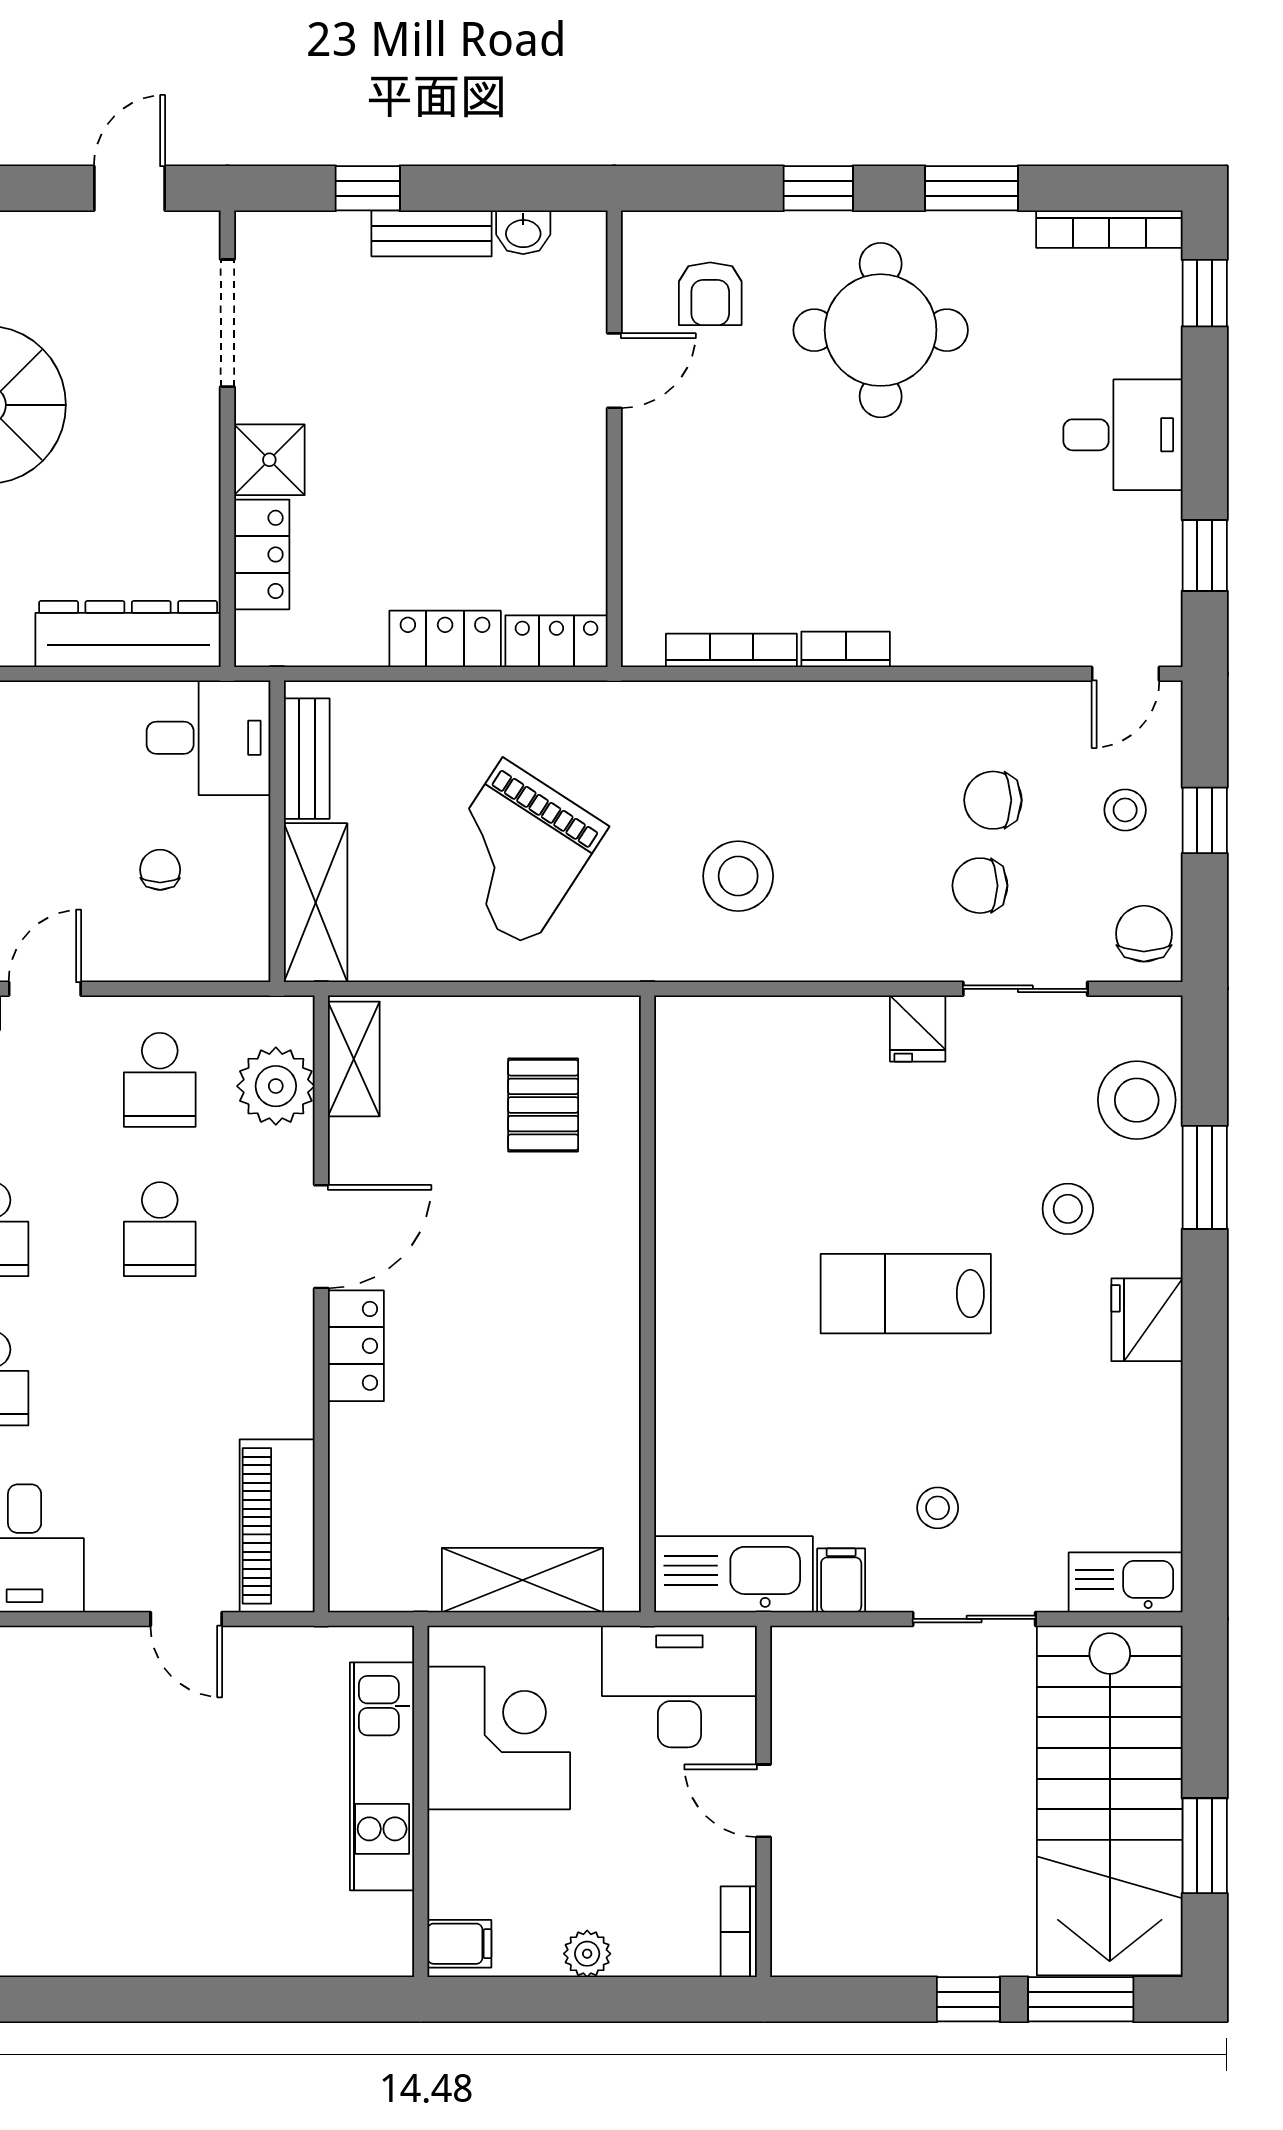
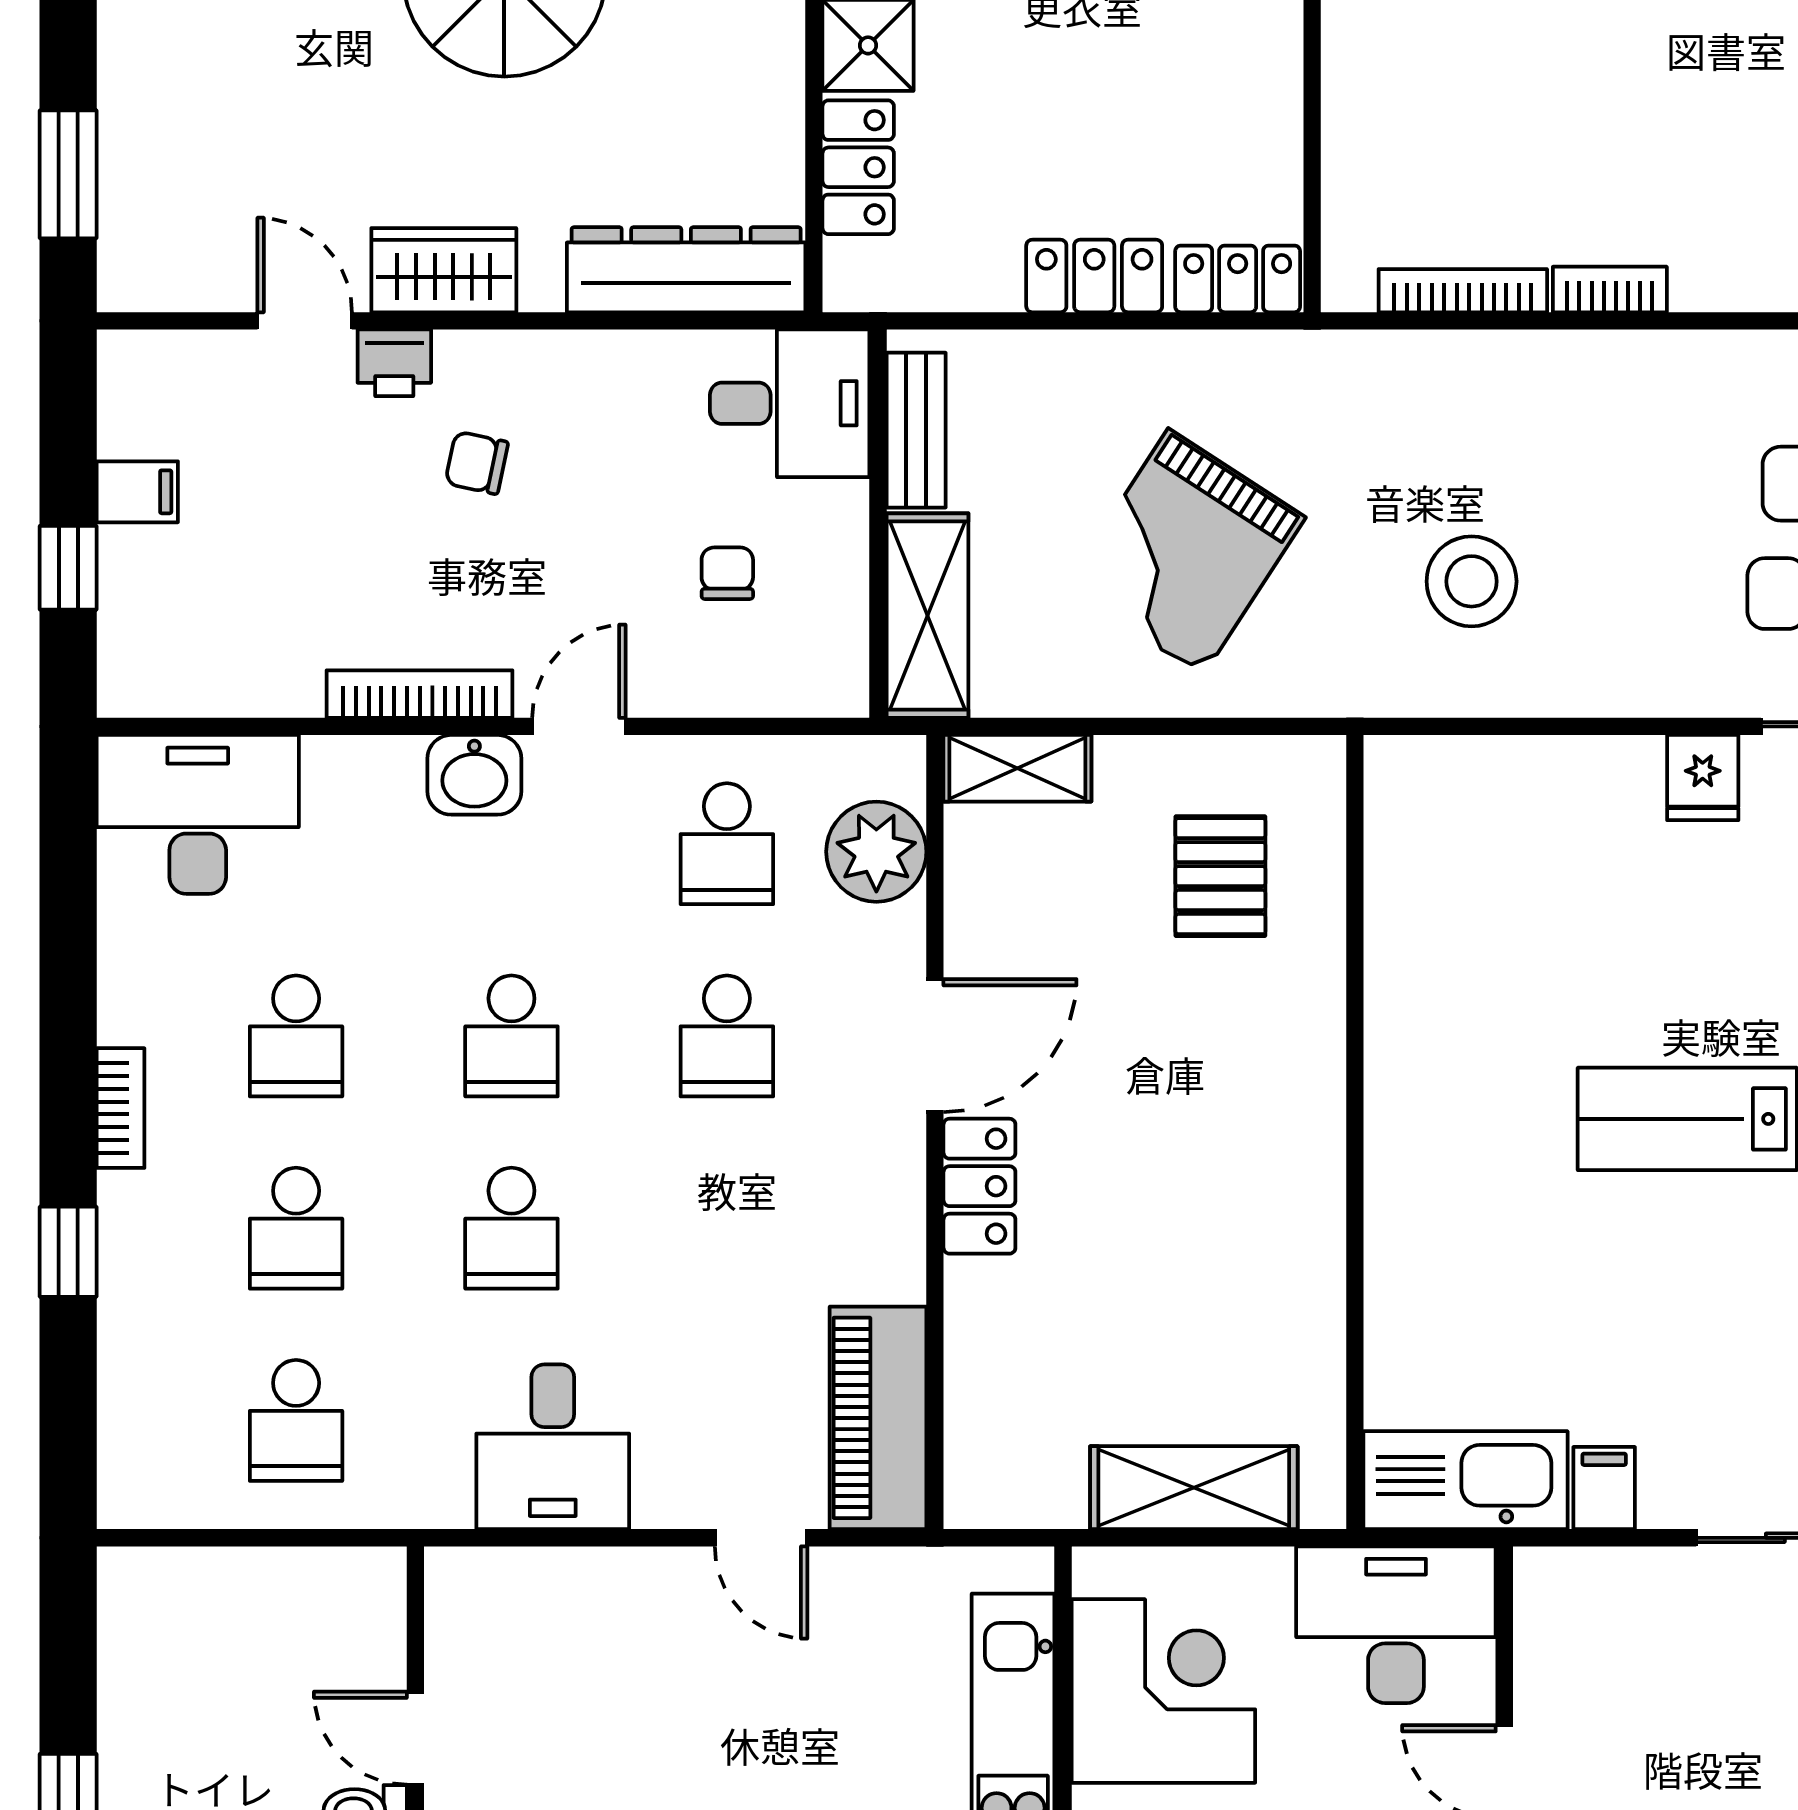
shelving: (354, 1059) -> (1017, 768), moved, turned 90
stool: (938, 1508) -> (1728, 1395), removed

